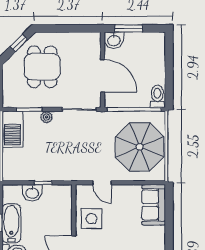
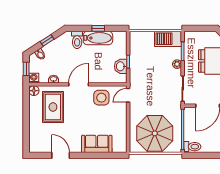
door: (102, 183) -> (128, 95), moved
washbasin: (32, 193) -> (121, 66), moved
sofa: (154, 205) -> (97, 144), moved

